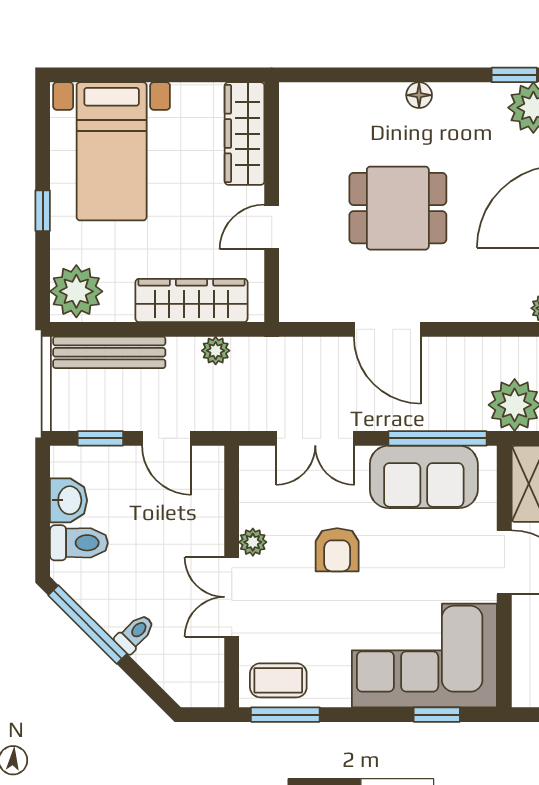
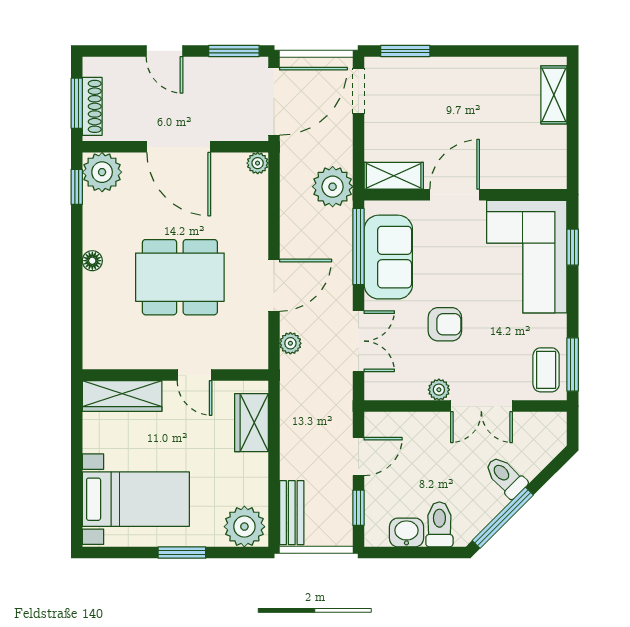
dining table: (398, 208) -> (180, 277), width x1.38
window: (43, 211) -> (182, 553), width x1.50
wardrobe: (192, 300) -> (251, 423), width x0.67
plant: (216, 351) -> (290, 343), moved
bench: (109, 352) -> (292, 513), width x0.73
toilet: (135, 634) -> (506, 477), width x1.37, depth x1.39

